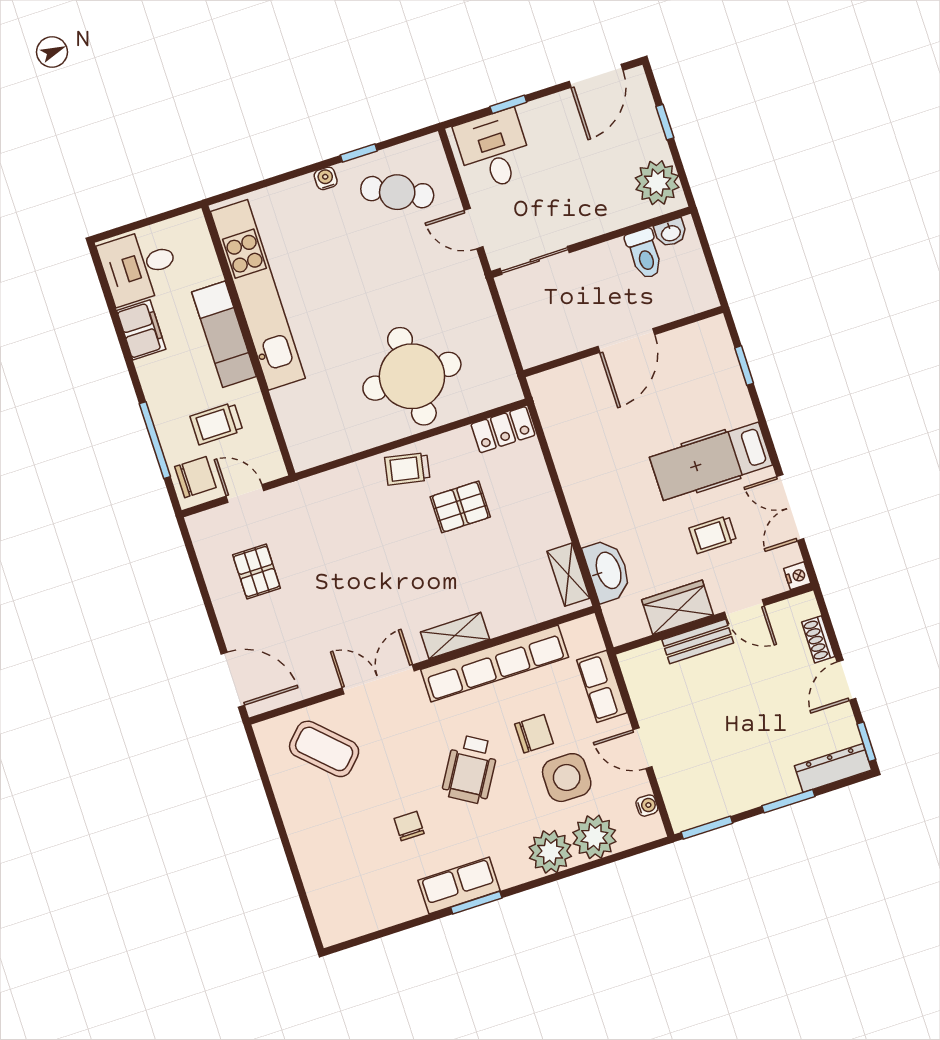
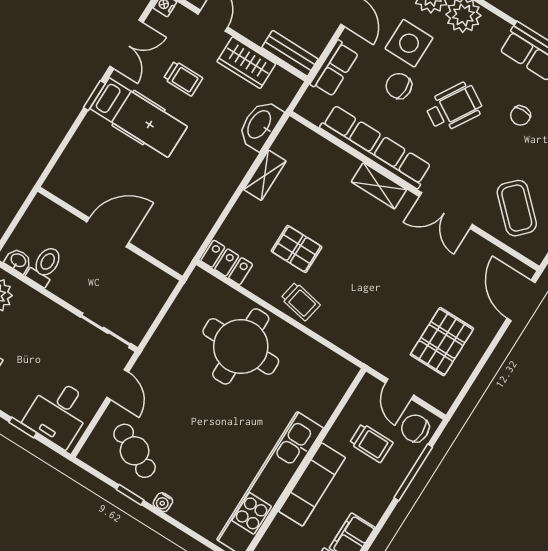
window: (744, 366) -> (94, 96), moved
pallet: (257, 571) -> (442, 342), width x1.50, depth x1.42
shelving: (568, 575) -> (265, 175), moved
bench: (698, 641) -> (290, 53), moved

